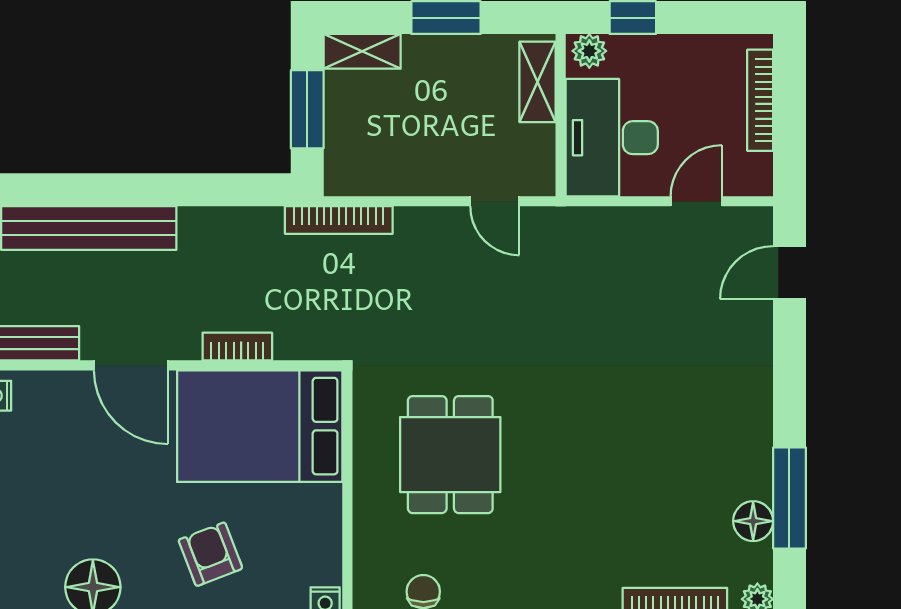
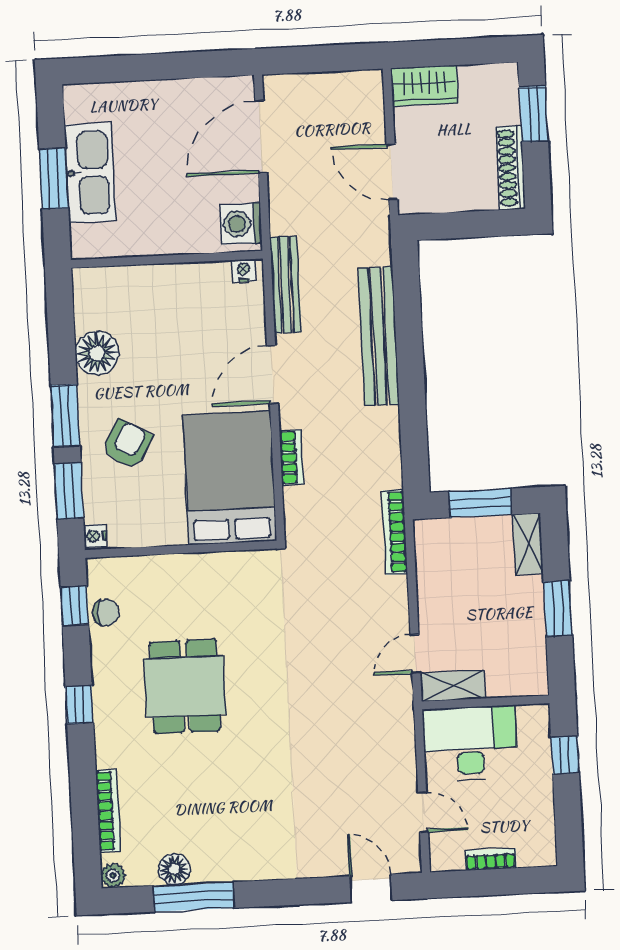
plant: (589, 51) -> (537, 722), removed
shelving: (538, 82) -> (453, 686), moved
bookcase: (760, 100) -> (491, 859), width x0.64
dining table: (450, 455) -> (185, 686), moved, turned 90
armchair: (210, 554) -> (127, 444), turned -39

